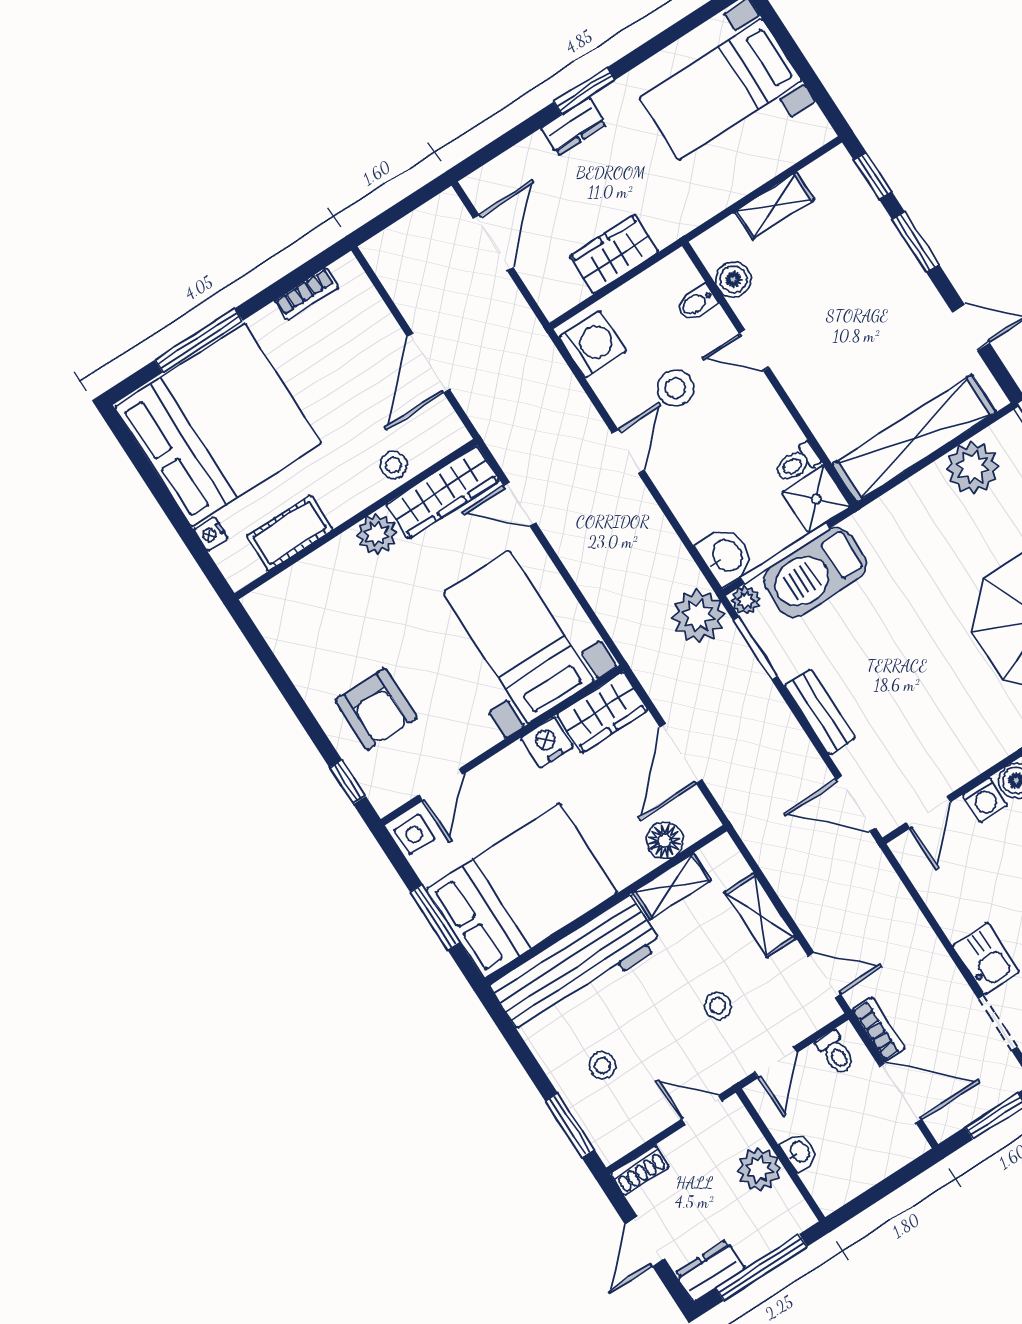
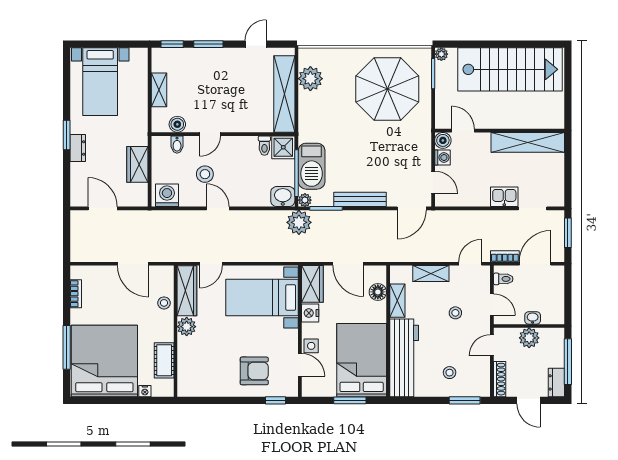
bench: (820, 712) -> (360, 199), width x1.36
side table: (414, 834) -> (311, 346), moved
shoe rack: (640, 1170) -> (500, 379), width x1.43

